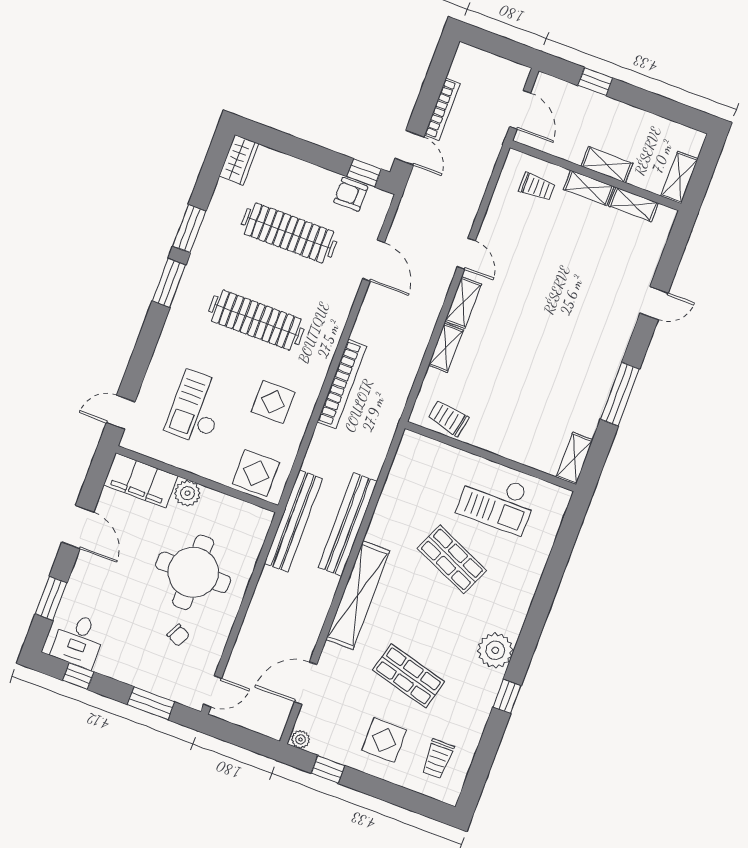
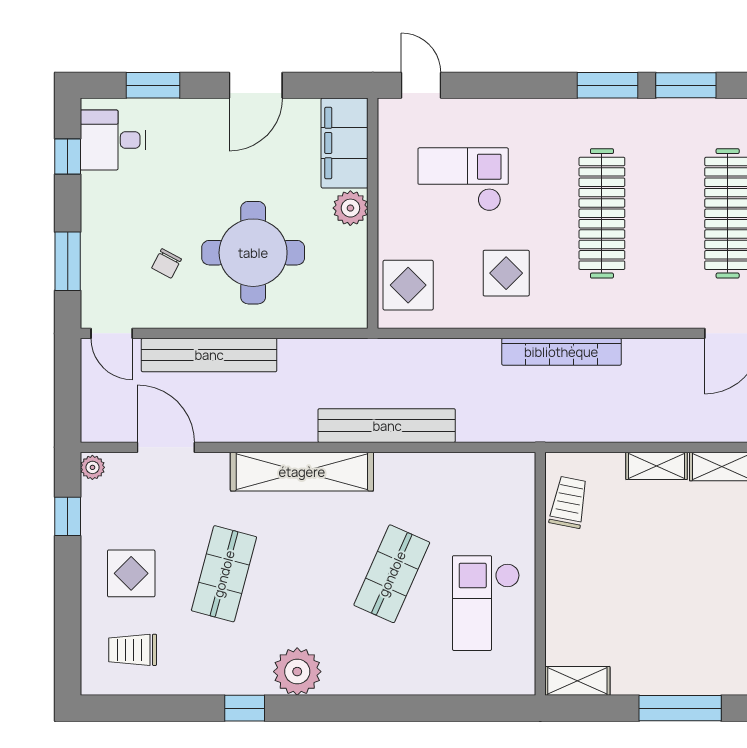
bench: (293, 521) -> (209, 355), moved

